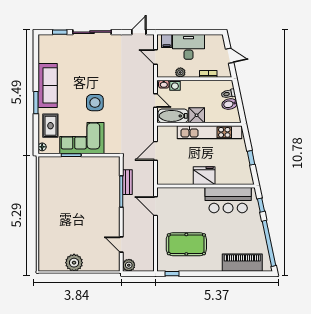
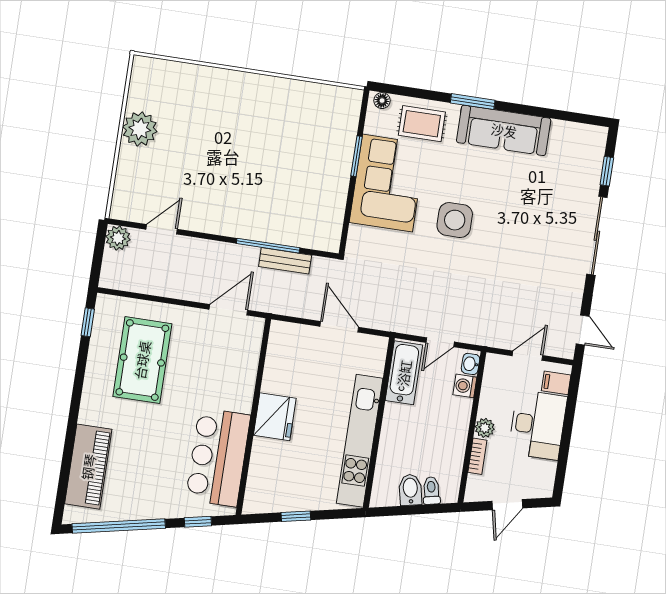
plant: (180, 72) -> (485, 428), moved
shower: (197, 115) -> (398, 420), removed

